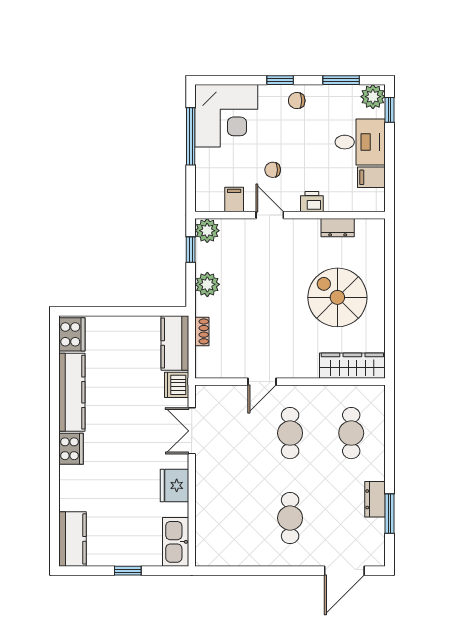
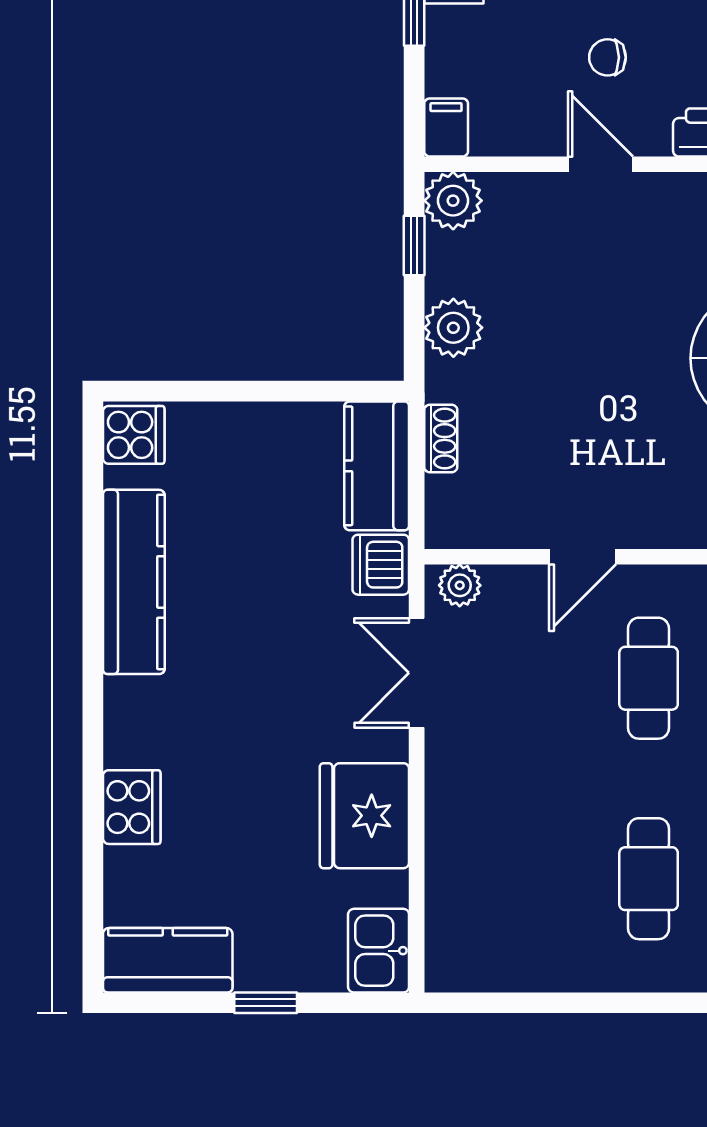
filing cabinet: (234, 200) -> (446, 127), moved
cooker: (72, 334) -> (134, 435), width x0.73
plant: (210, 394) -> (460, 585), added
cooker: (71, 449) -> (132, 807), moved
fridge: (174, 485) -> (364, 816), width x1.36, depth x1.34
kitchen counter: (73, 539) -> (168, 960), moved, turned -90
kitchen sink: (176, 542) -> (379, 951), width x0.73

